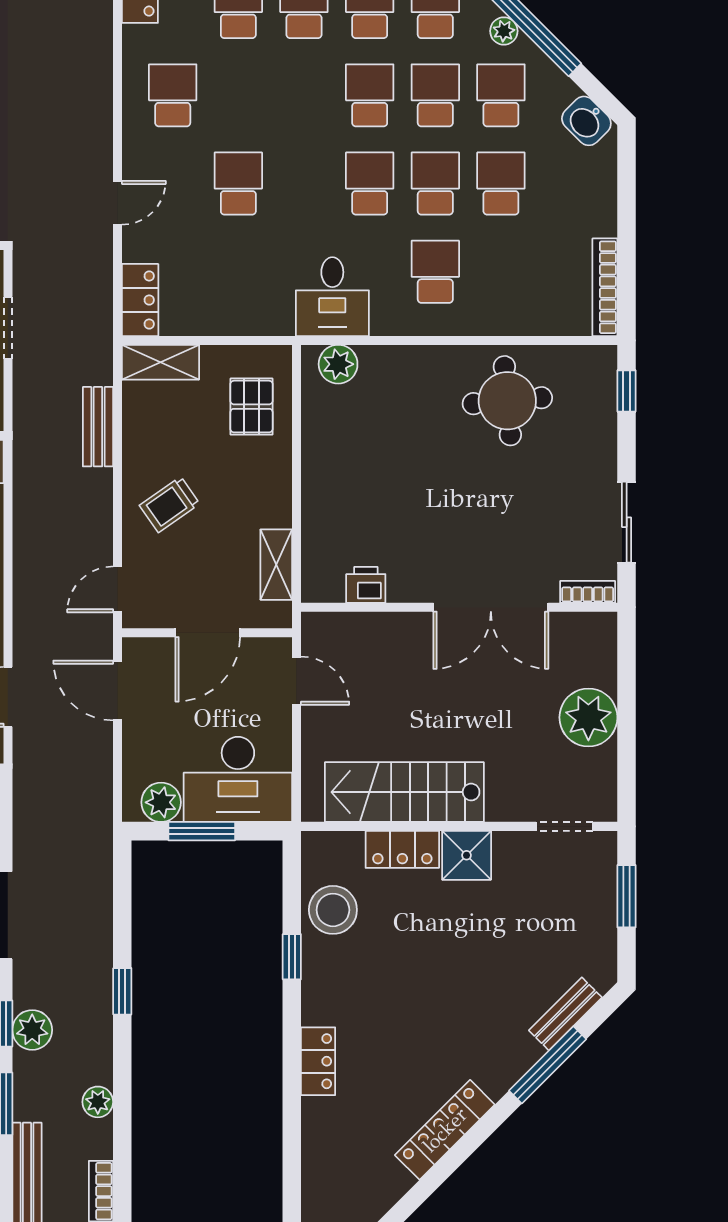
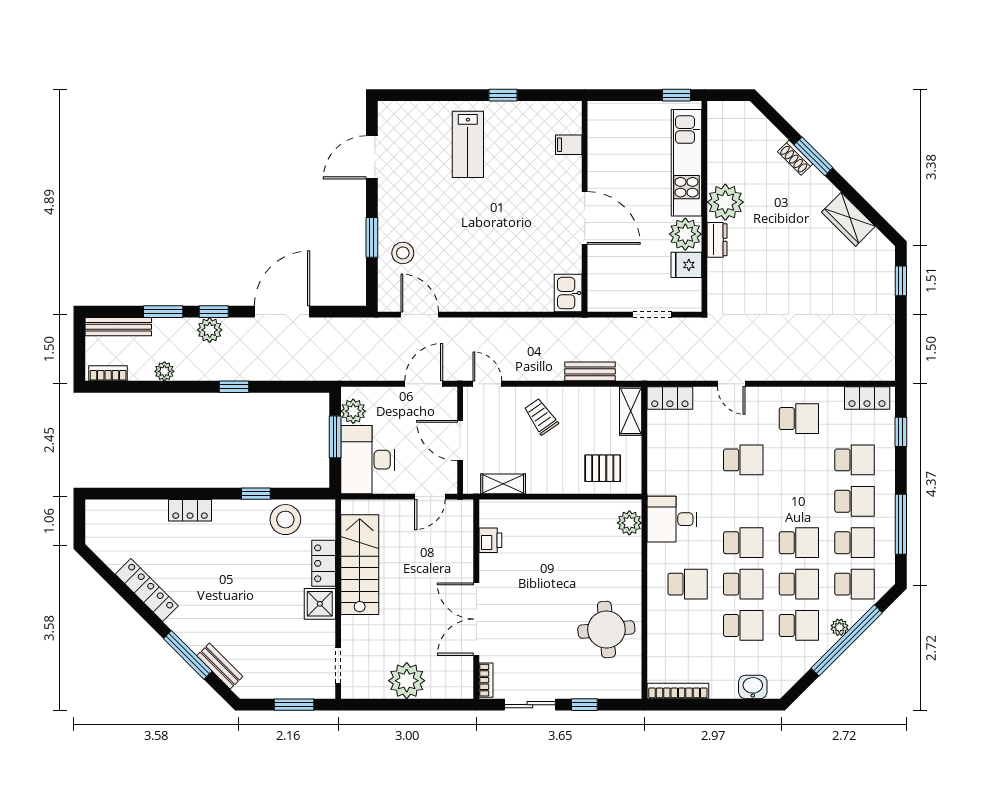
washbasin: (586, 121) -> (753, 687), moved, turned 45
window: (627, 391) -> (584, 705), moved

